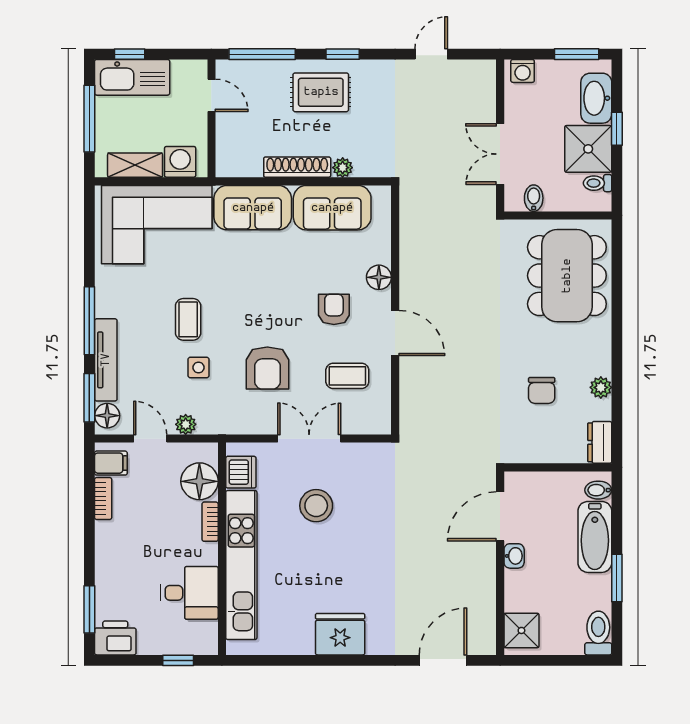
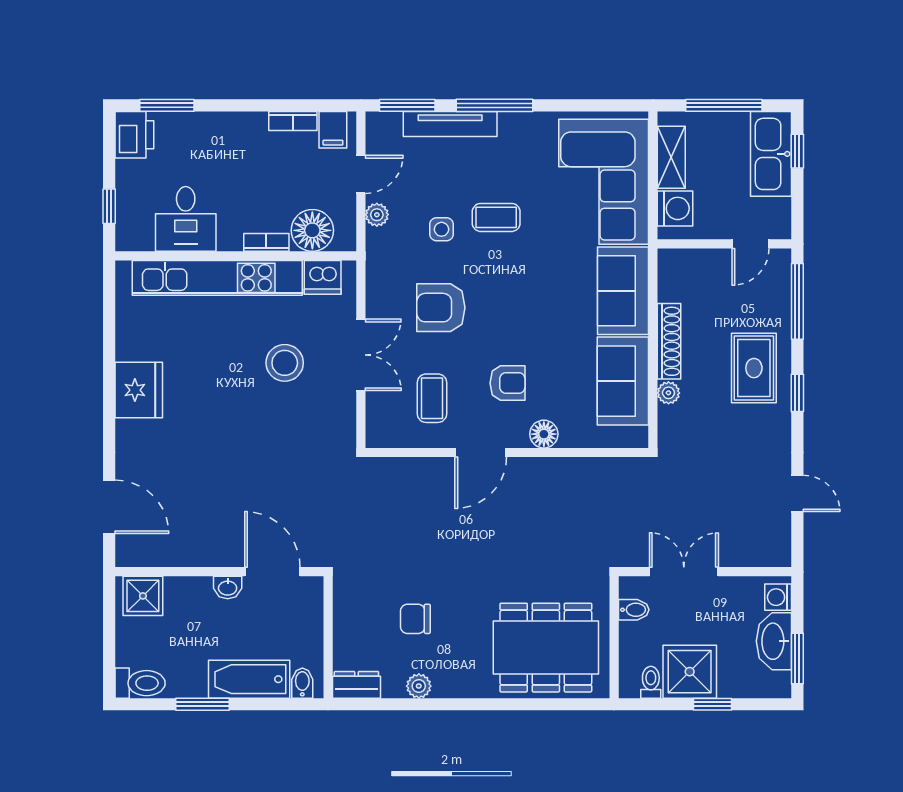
washbasin: (596, 98) -> (774, 641), moved, turned -90
floor lamp: (107, 416) -> (387, 126), removed

